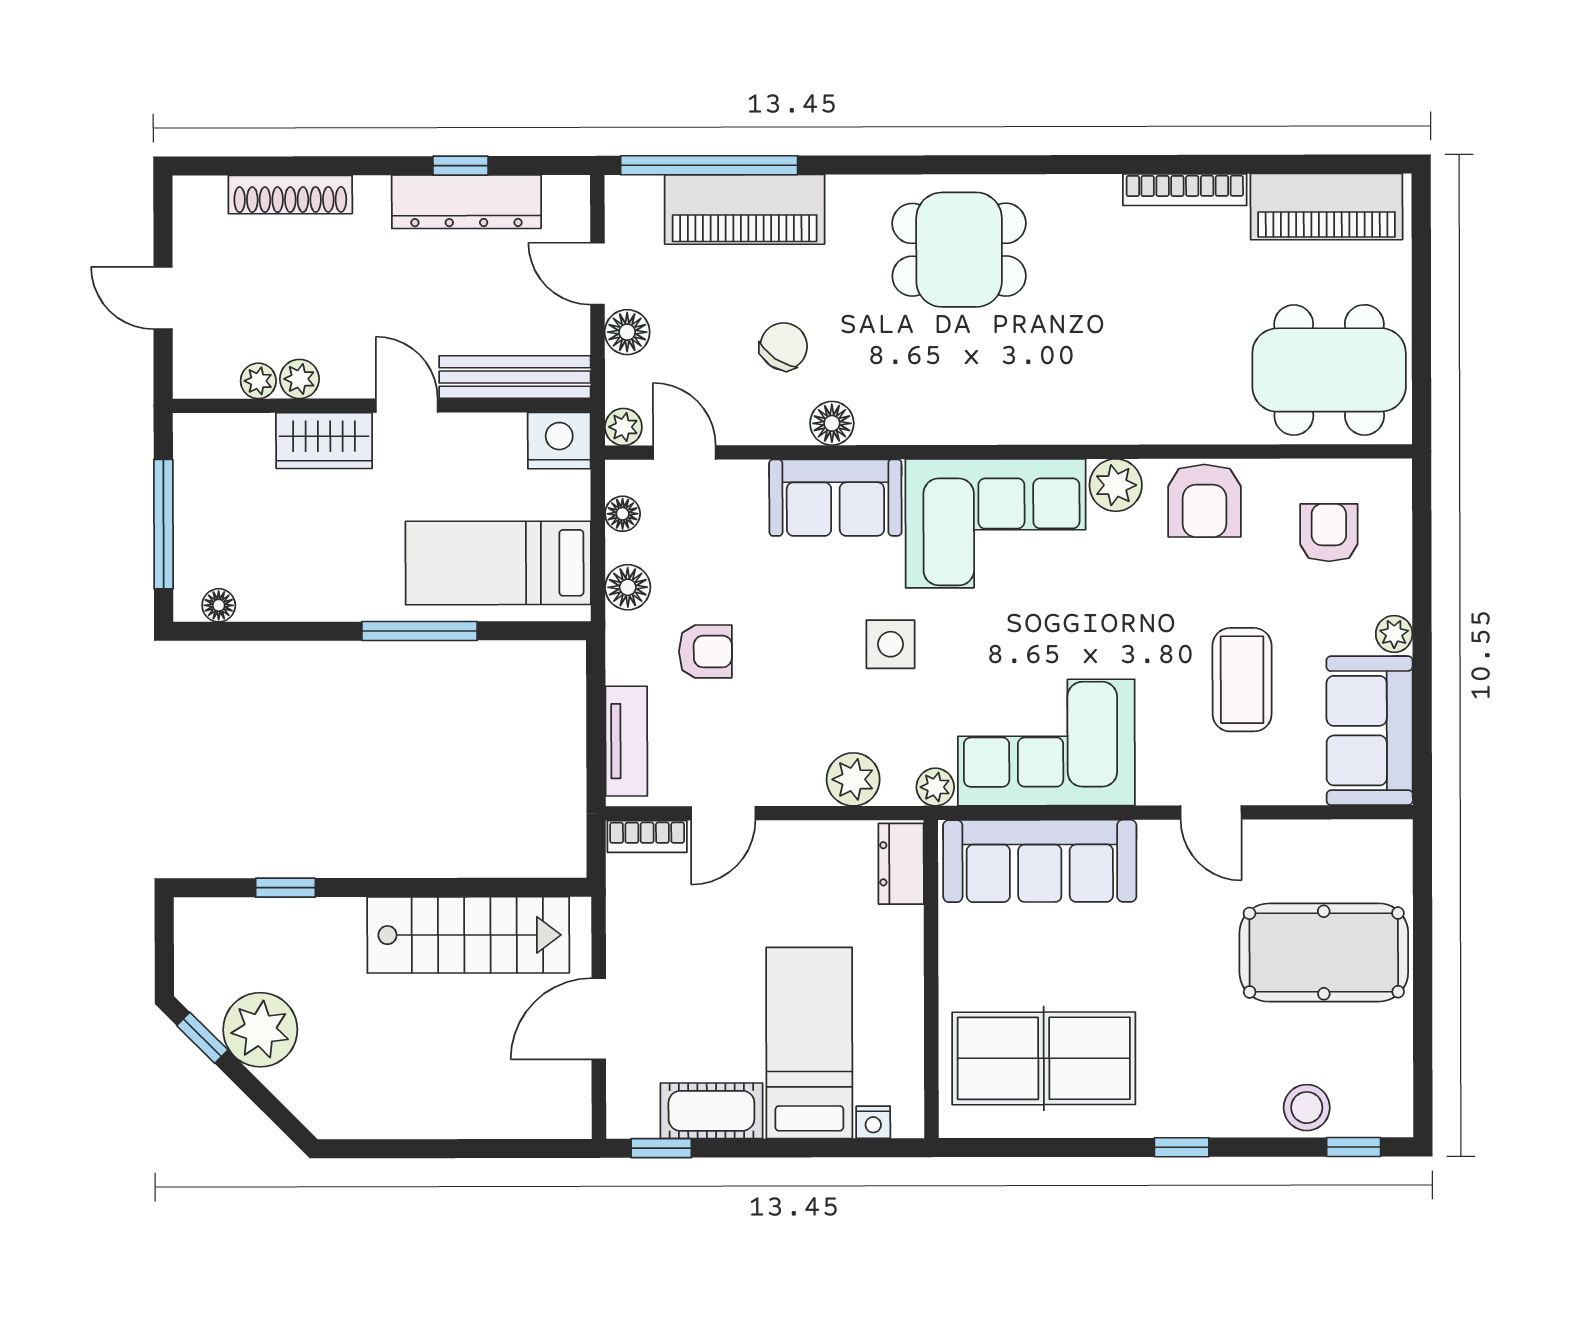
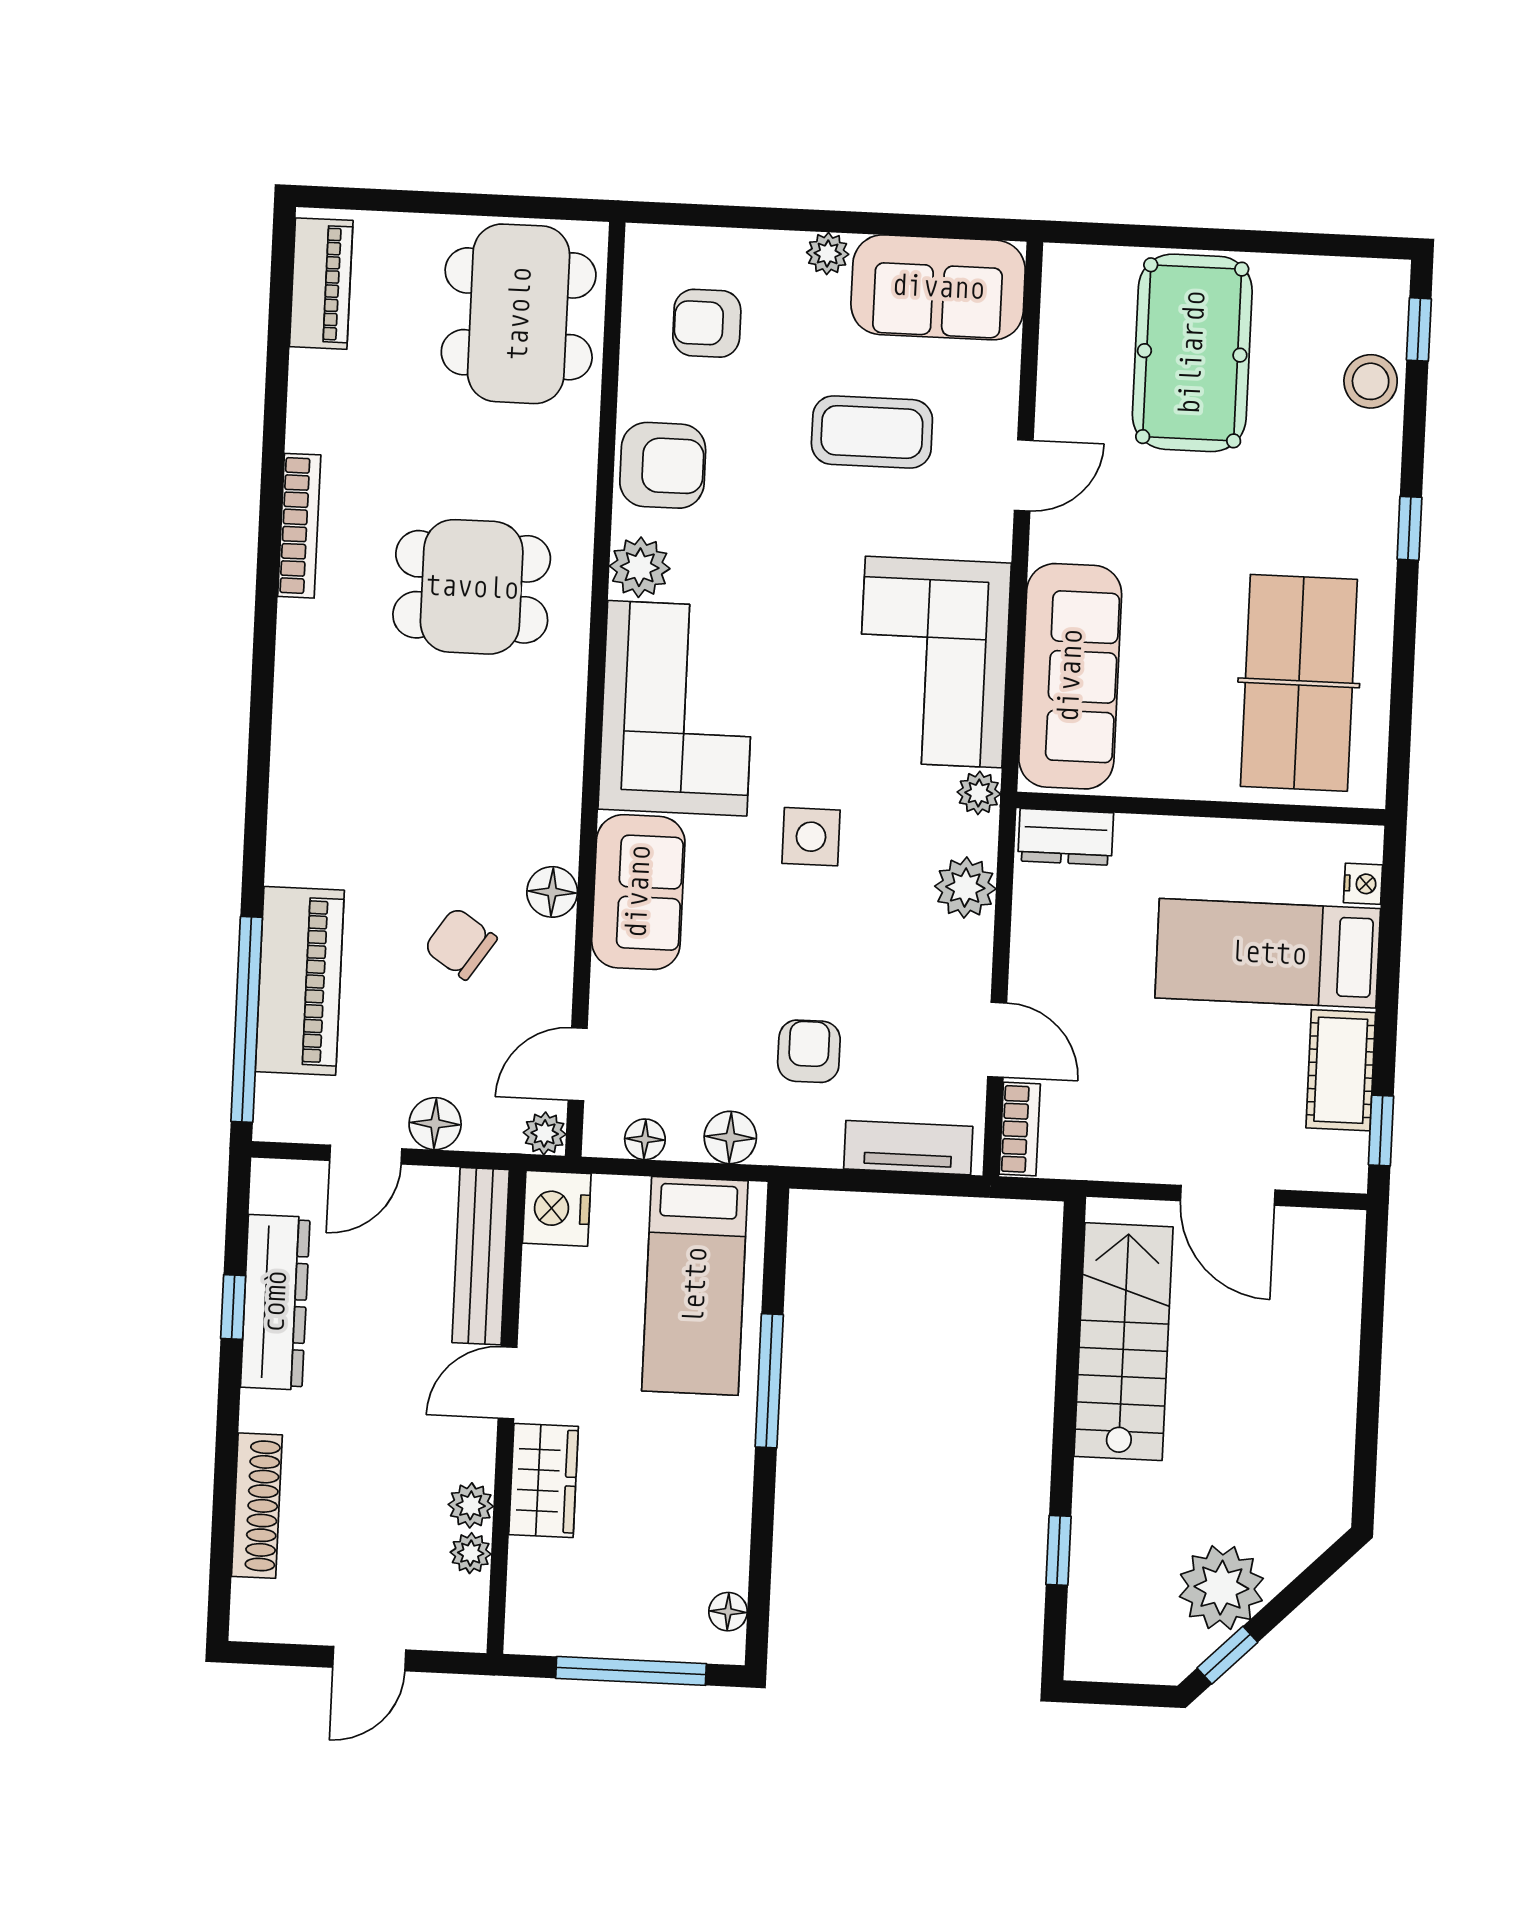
bookcase: (1185, 190) -> (299, 526), moved
piano: (1327, 207) -> (321, 284), width x0.73, depth x0.75
dining table: (959, 250) -> (472, 587), moved, turned 90

